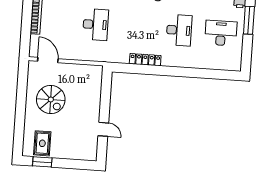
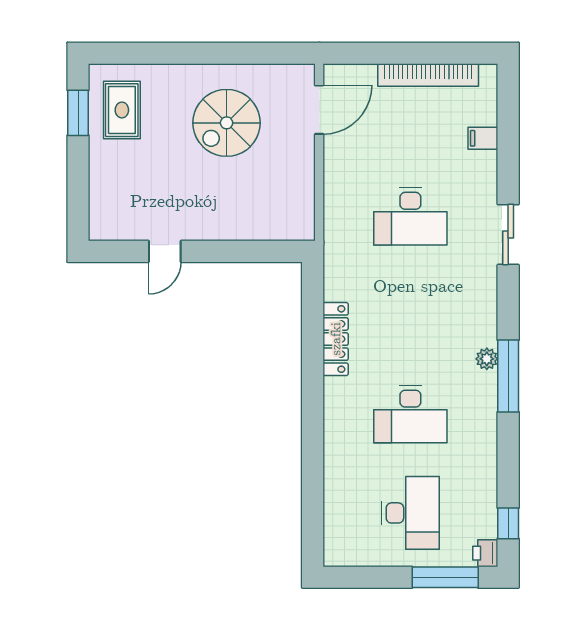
rug: (42, 143) -> (122, 110), turned 90

